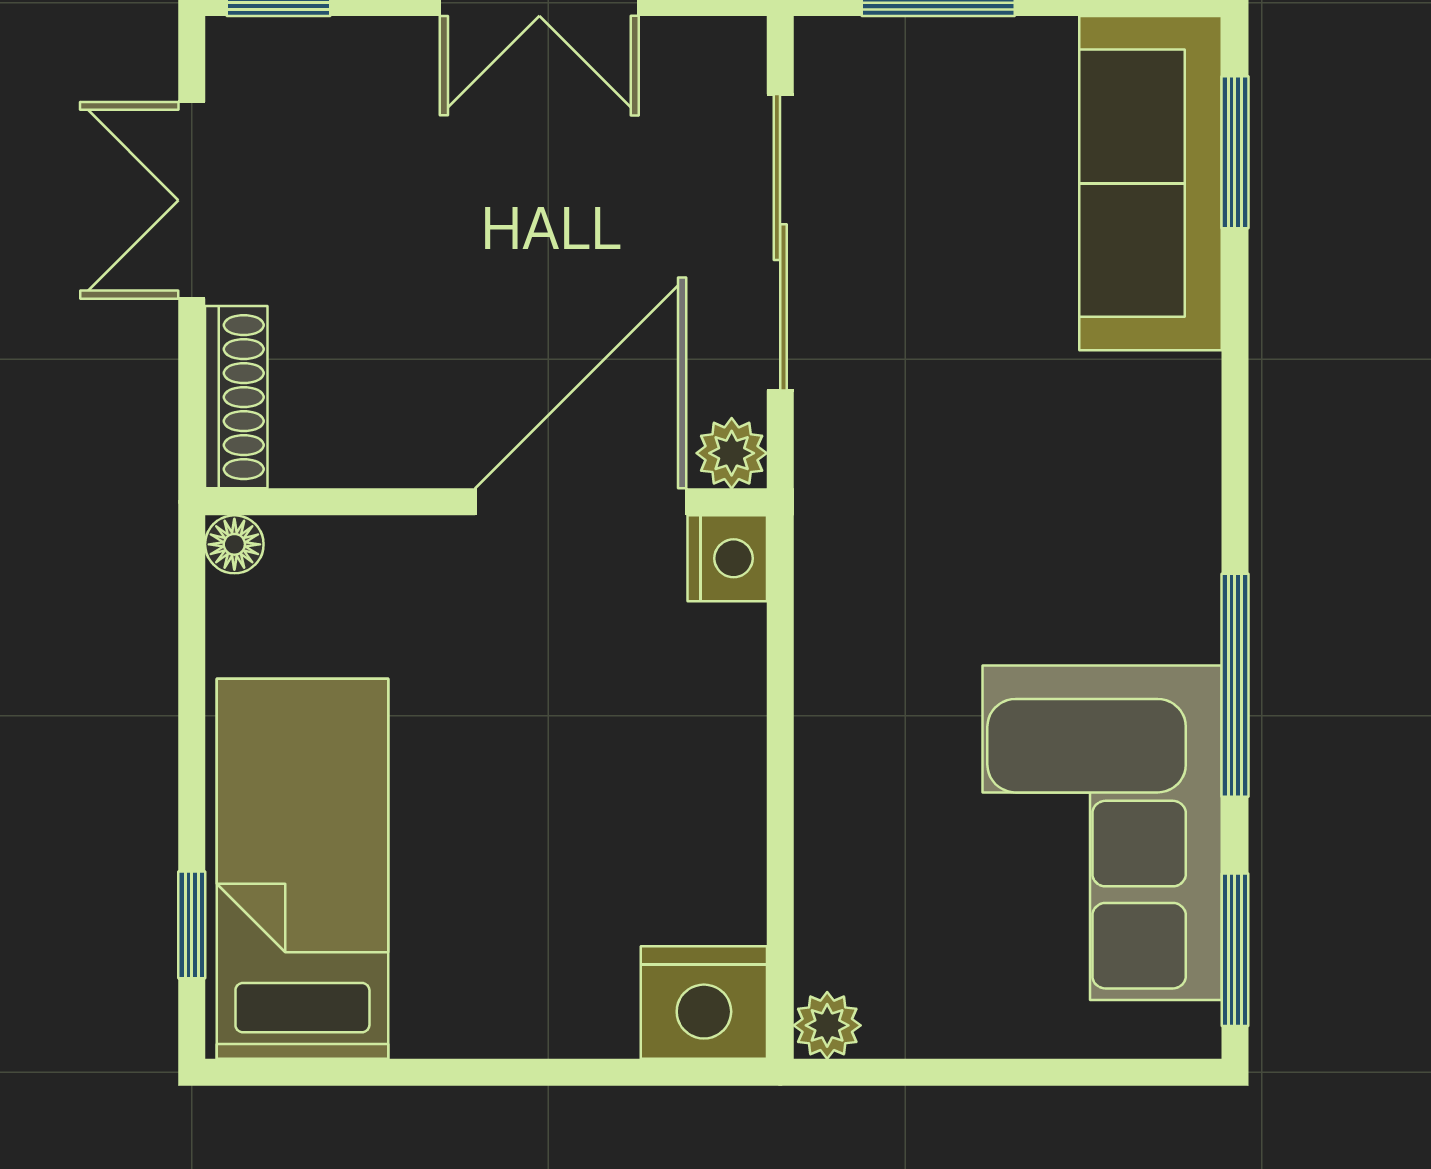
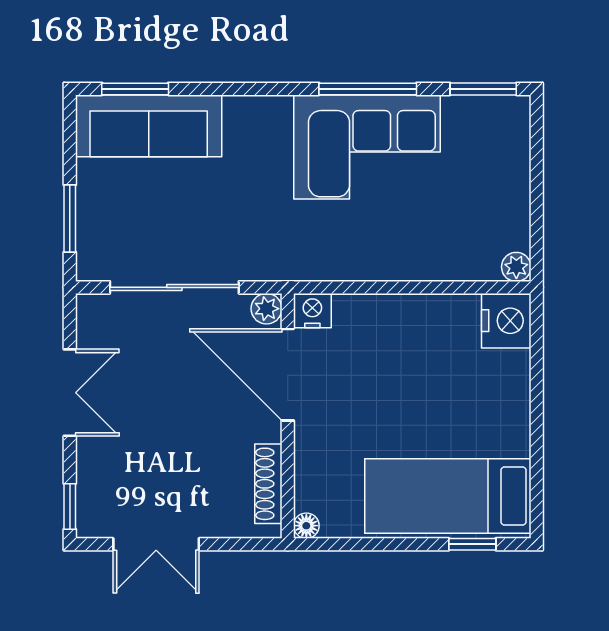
shoe rack: (236, 397) -> (268, 484), moved, turned -90
corner sofa: (1102, 833) -> (367, 147), moved

